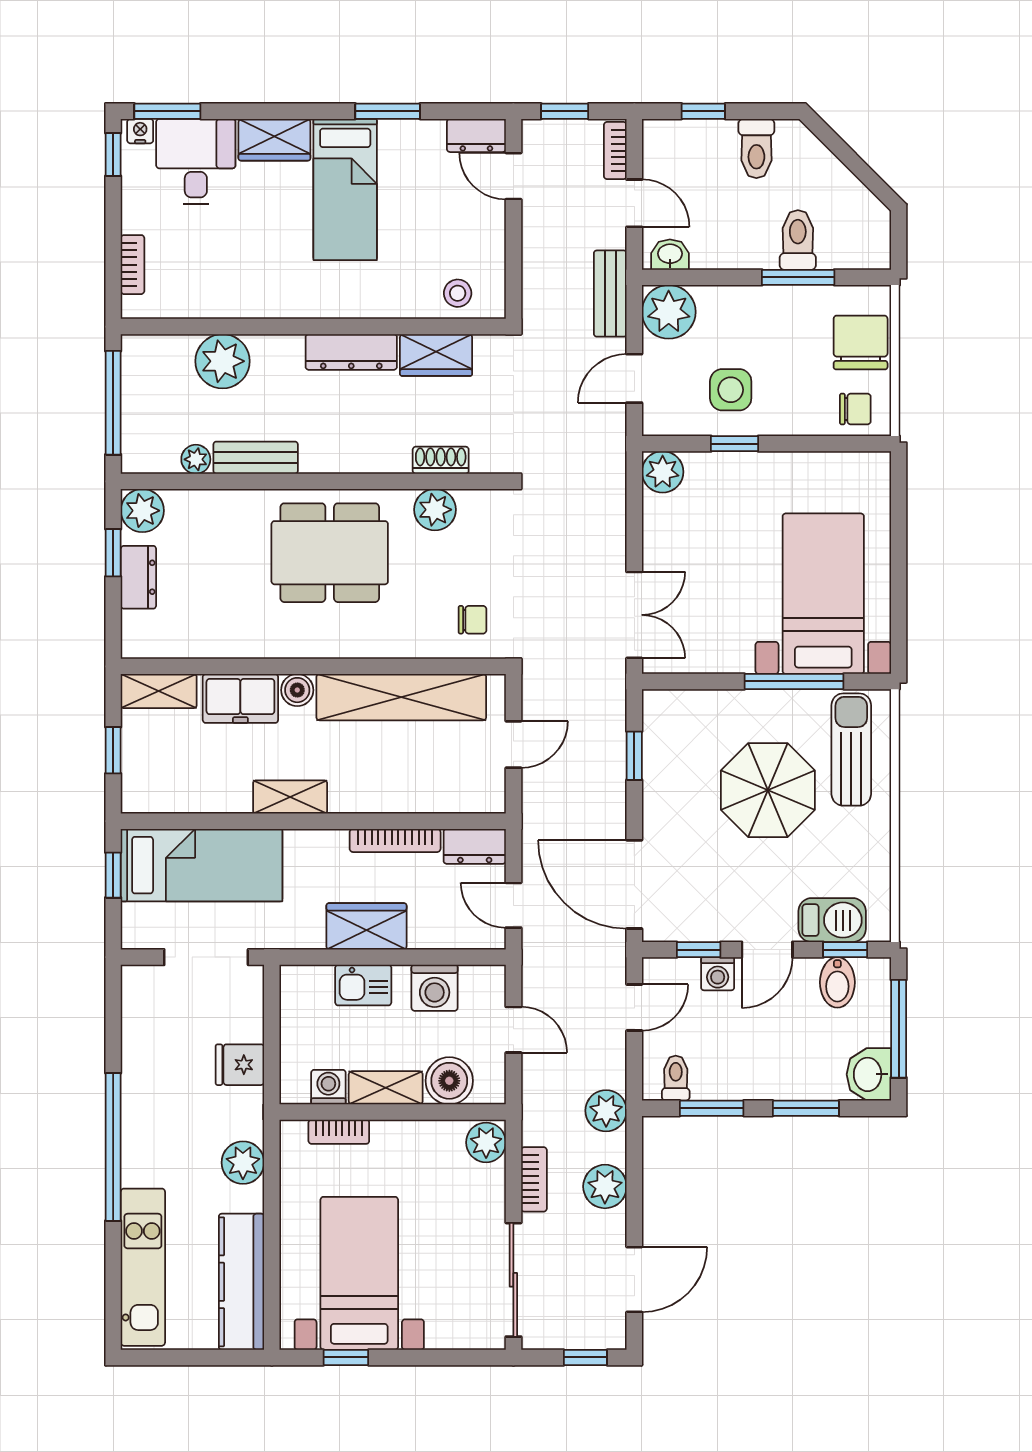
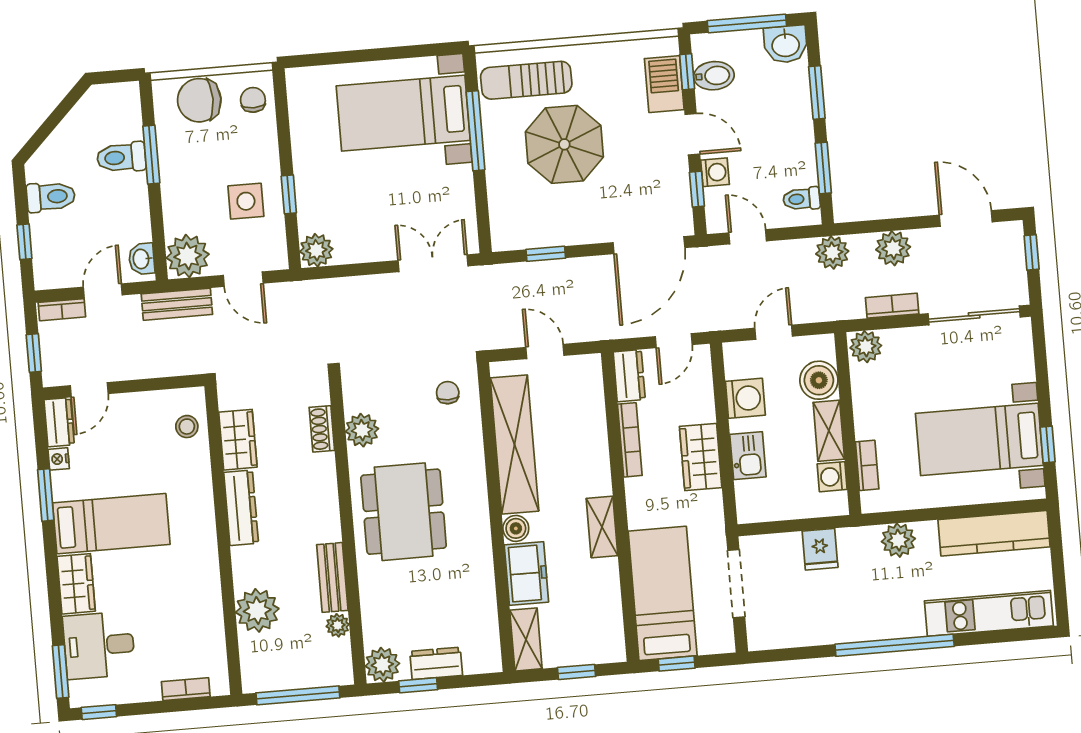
nightstand: (140, 131) -> (59, 459), moved

